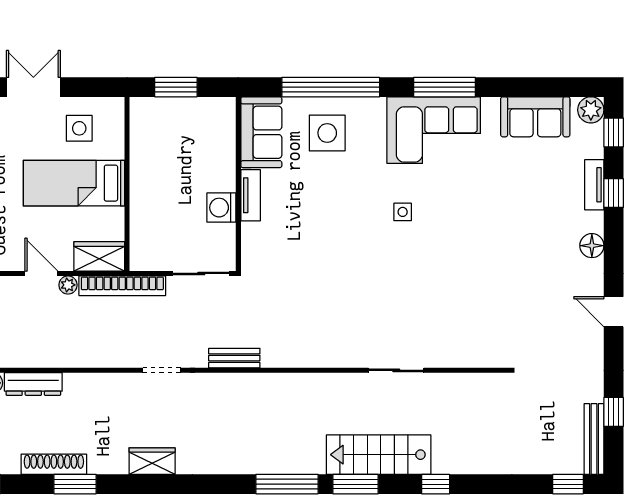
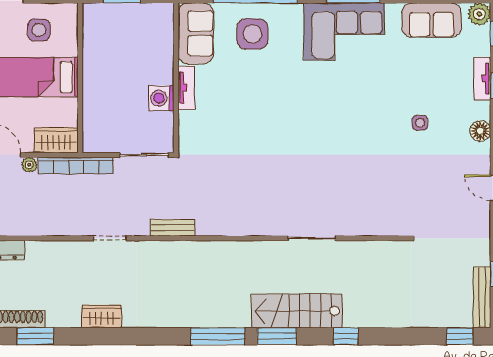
side table: (403, 212) -> (420, 123), moved

